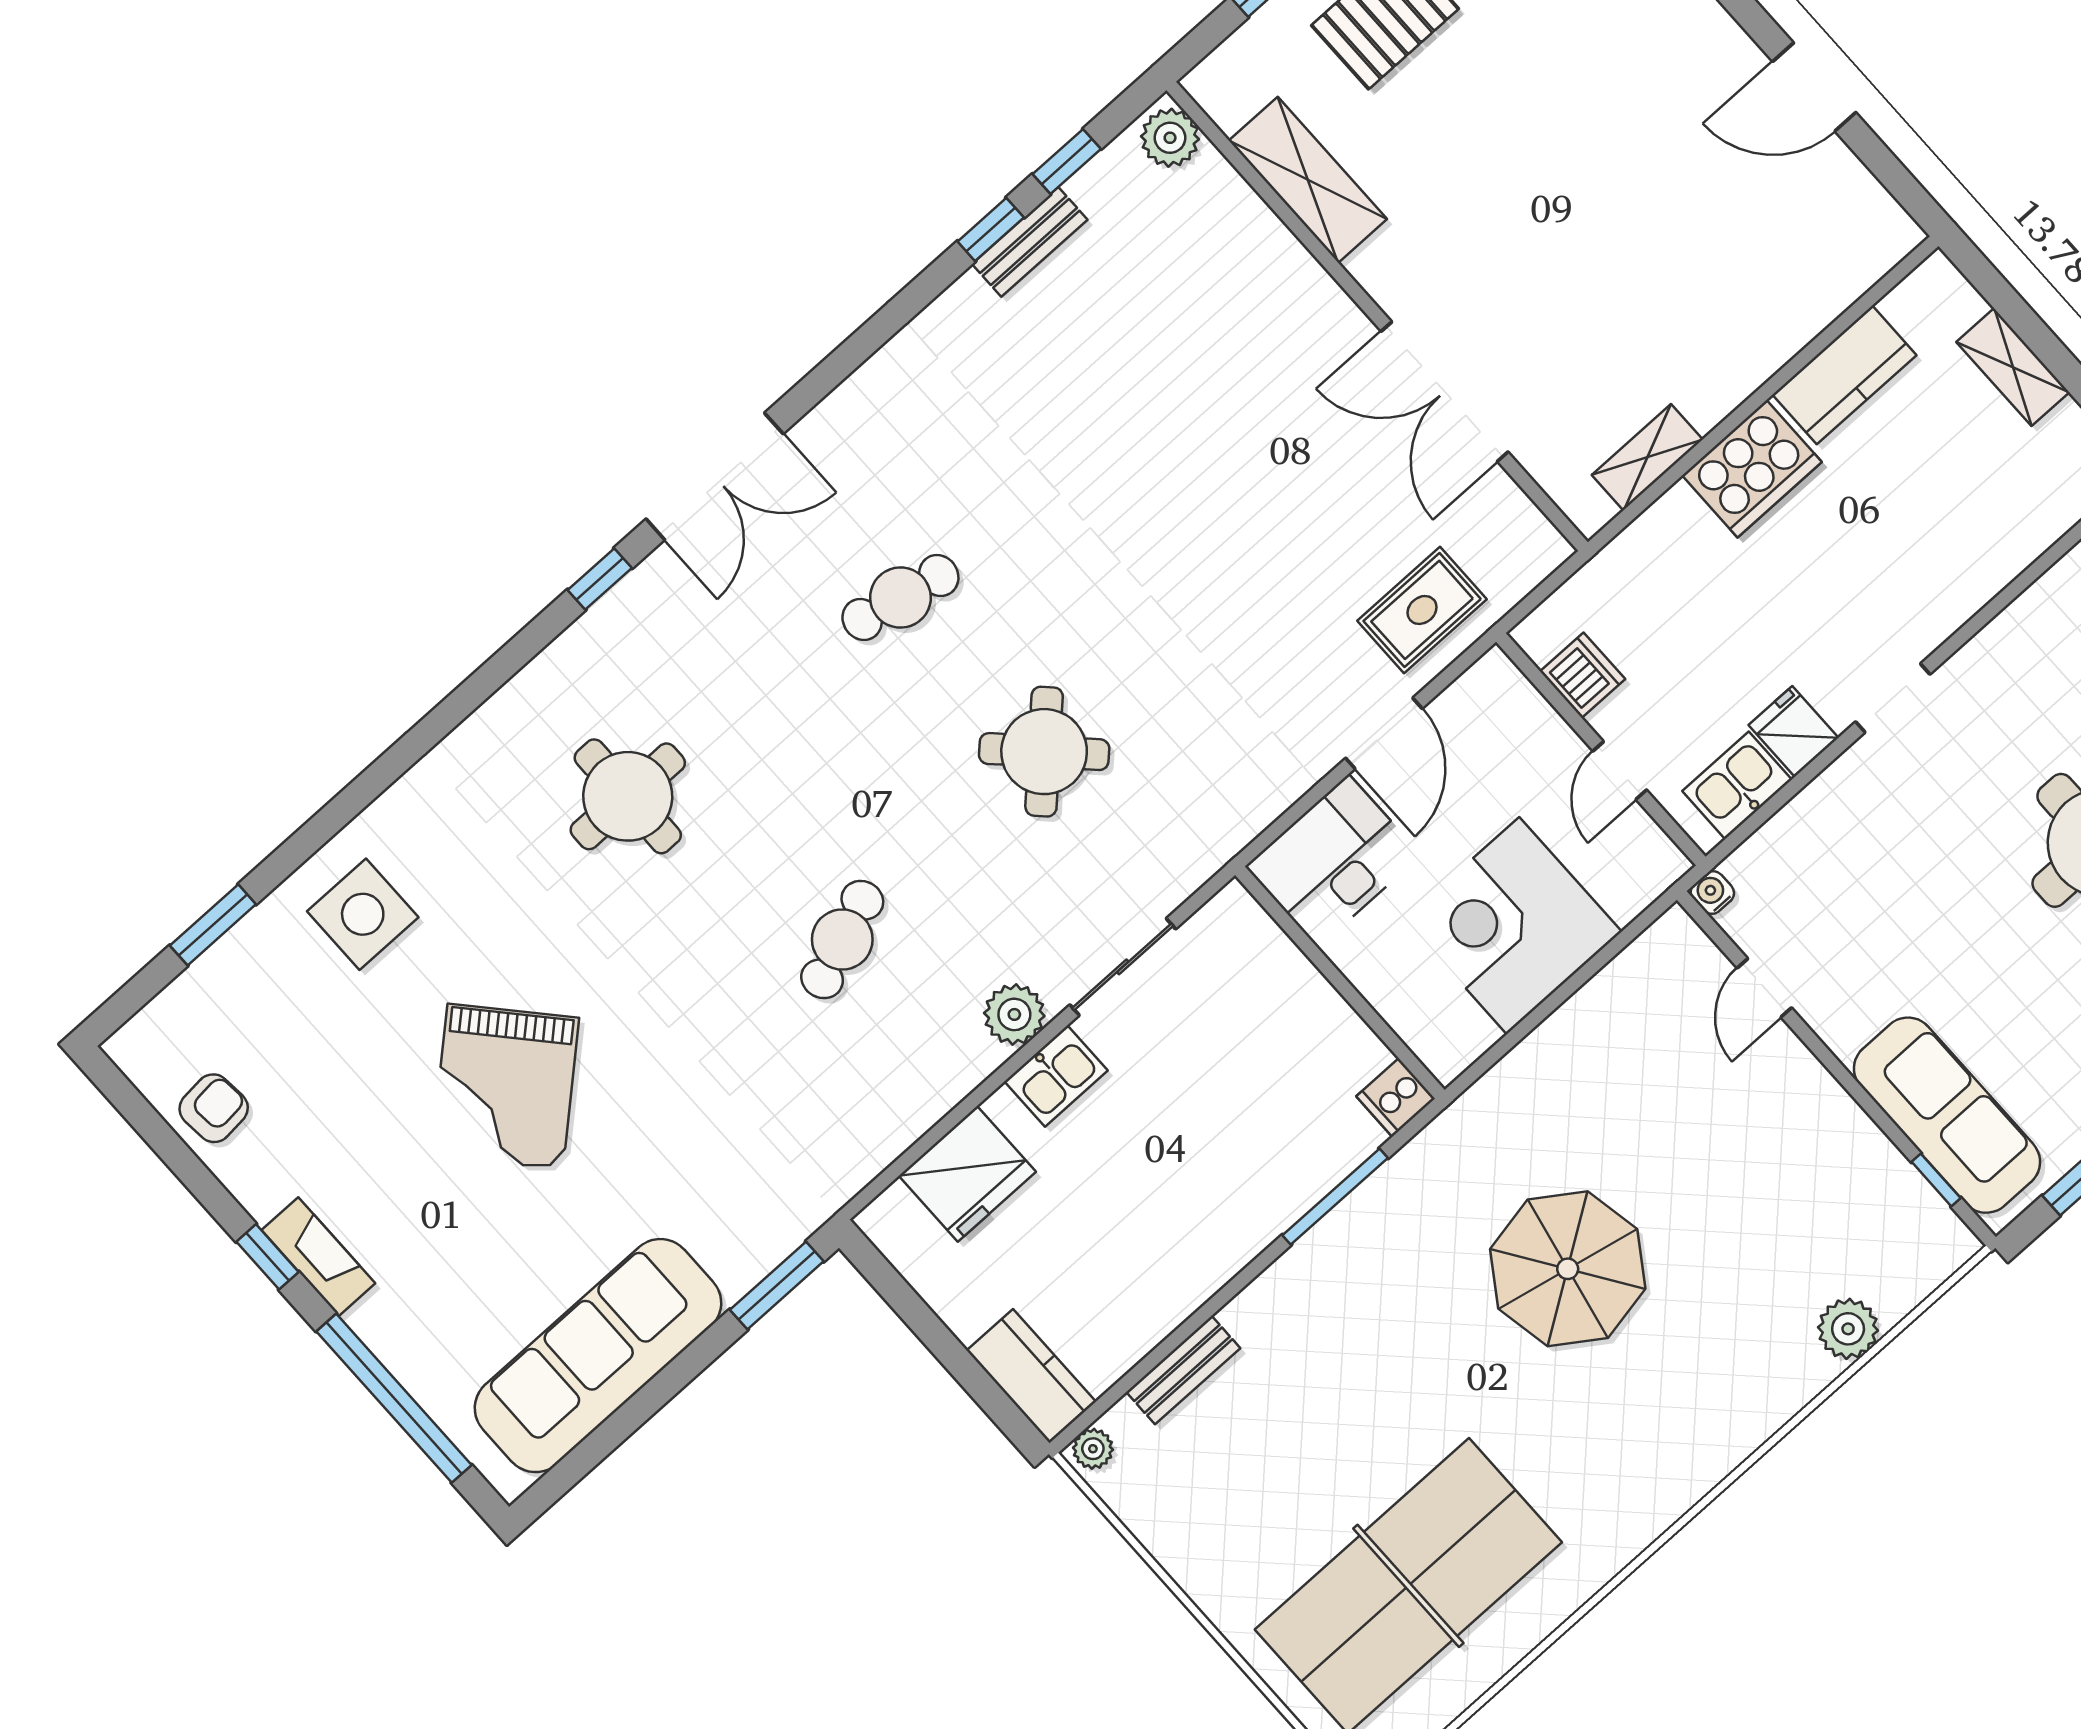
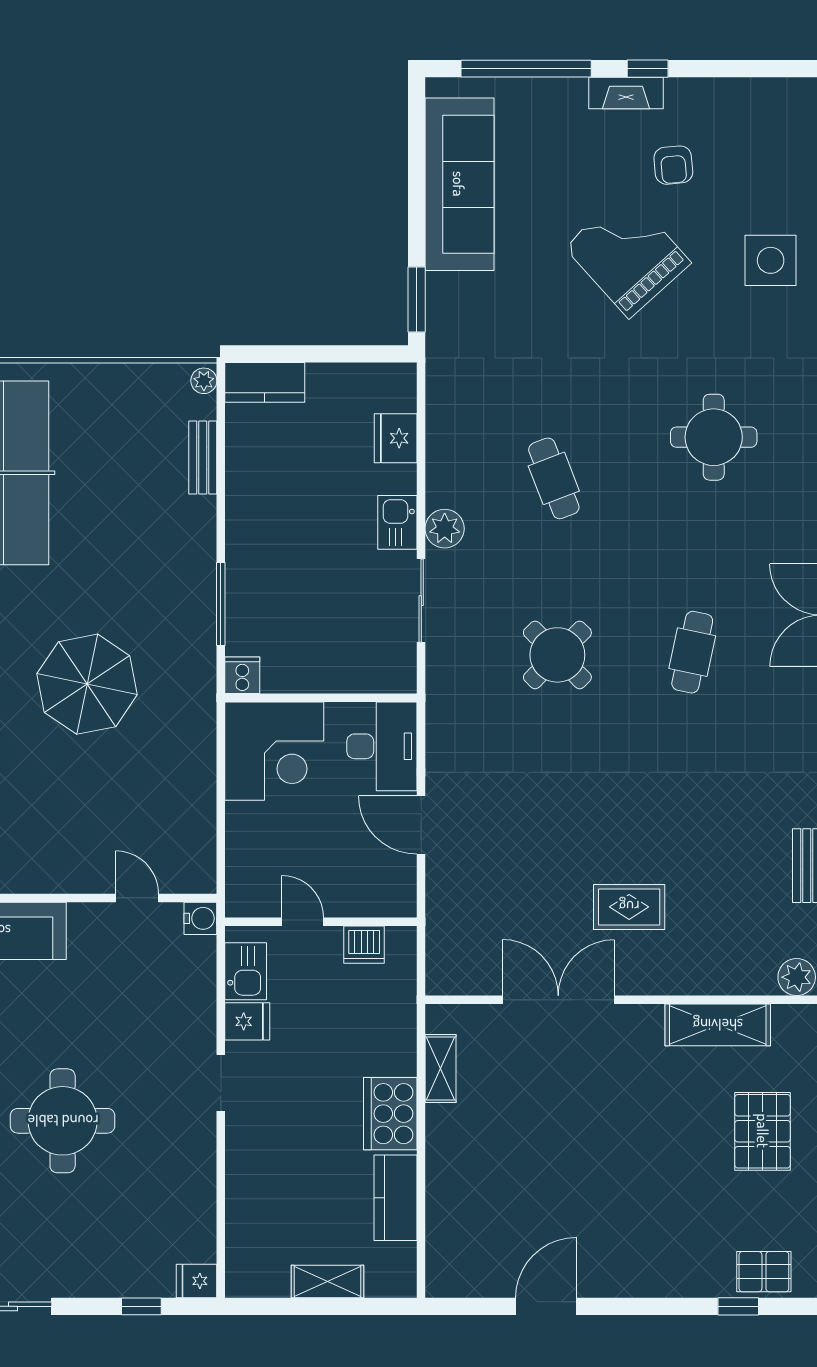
rug: (1422, 610) -> (629, 907), moved, turned 90
water cooler: (1712, 893) -> (200, 918), width x1.38, depth x1.38
corner desk: (1513, 926) -> (274, 751), moved, turned 90
armchair: (214, 1108) -> (673, 165), moved
fridge: (967, 1174) -> (396, 438), width x0.73, depth x0.75

